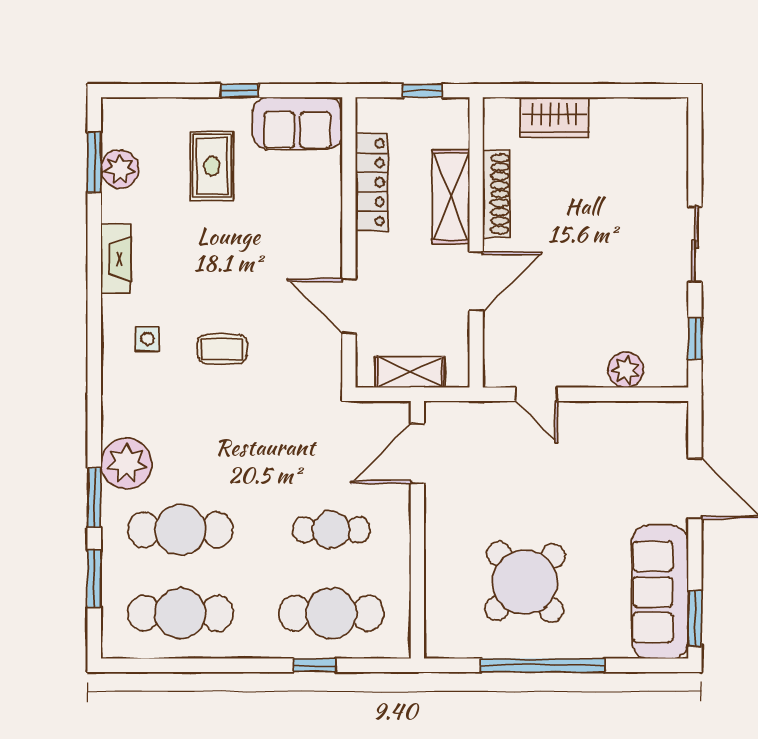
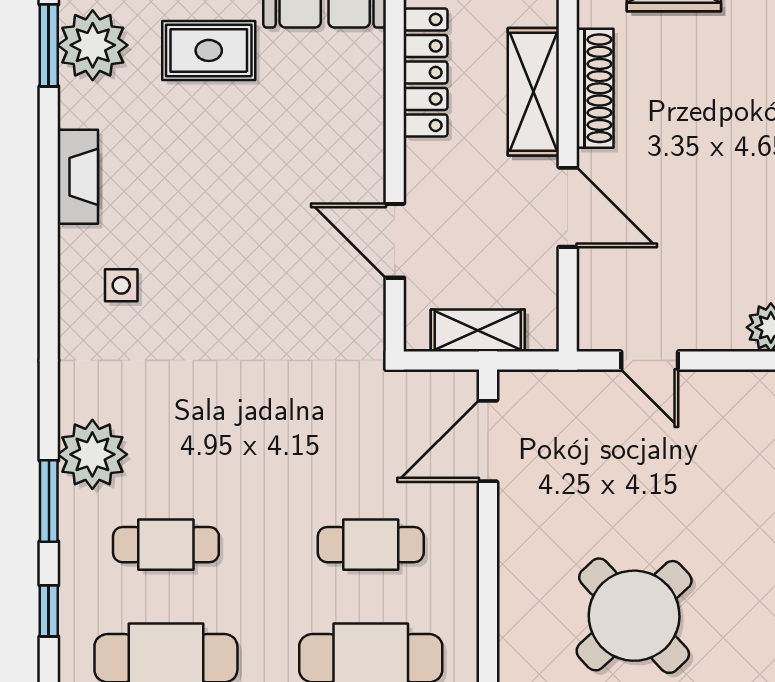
rug: (212, 166) -> (209, 50), turned 90
plant: (120, 169) -> (93, 45), width x1.36, depth x1.36
door: (476, 281) -> (568, 207), hinge flipped
coffee table: (222, 349) -> (223, 299), removed
cafe table: (180, 530) -> (166, 545), width x0.73, depth x0.74
window: (94, 579) -> (49, 611), width x0.67

